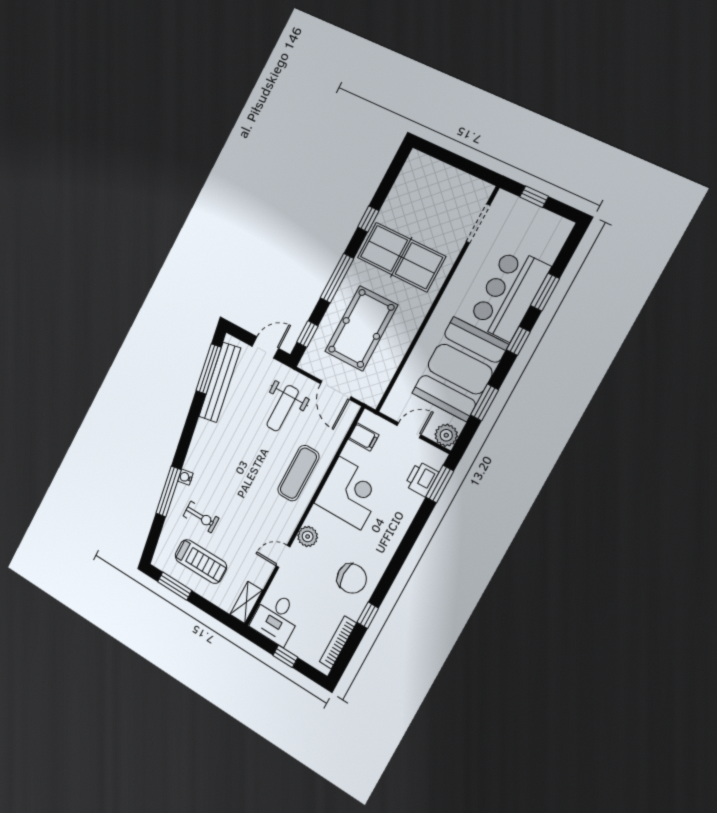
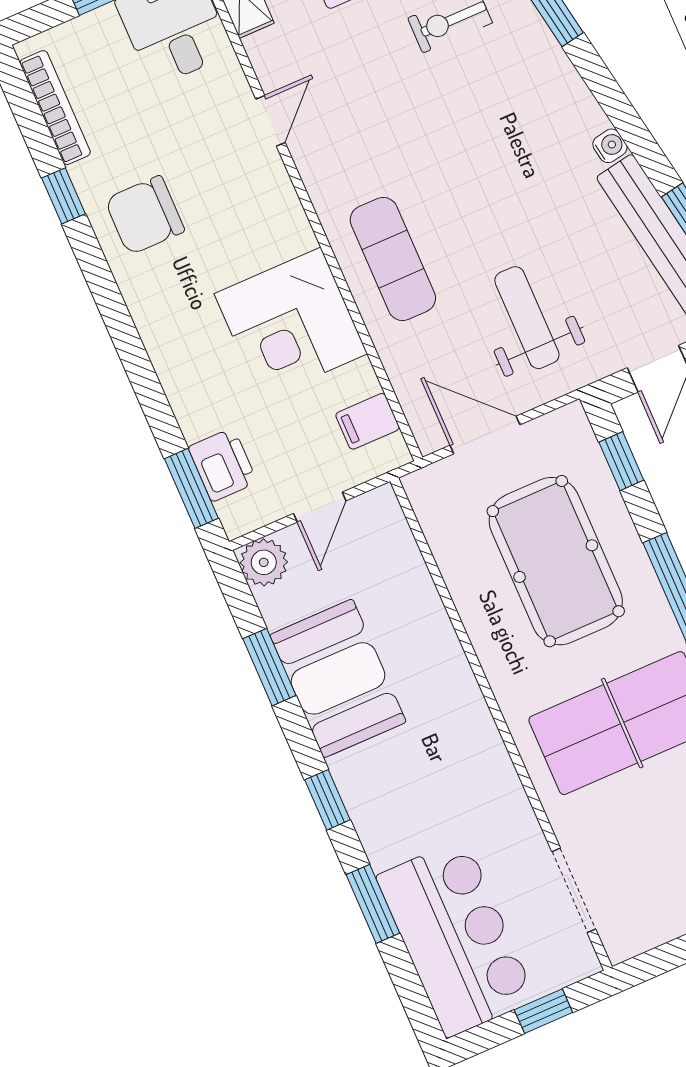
bar counter: (509, 294) -> (456, 938), moved
booth: (460, 369) -> (338, 678), width x0.73, depth x0.70
water cooler: (185, 477) -> (610, 146), moved
plant: (308, 536) -> (272, 192), removed

